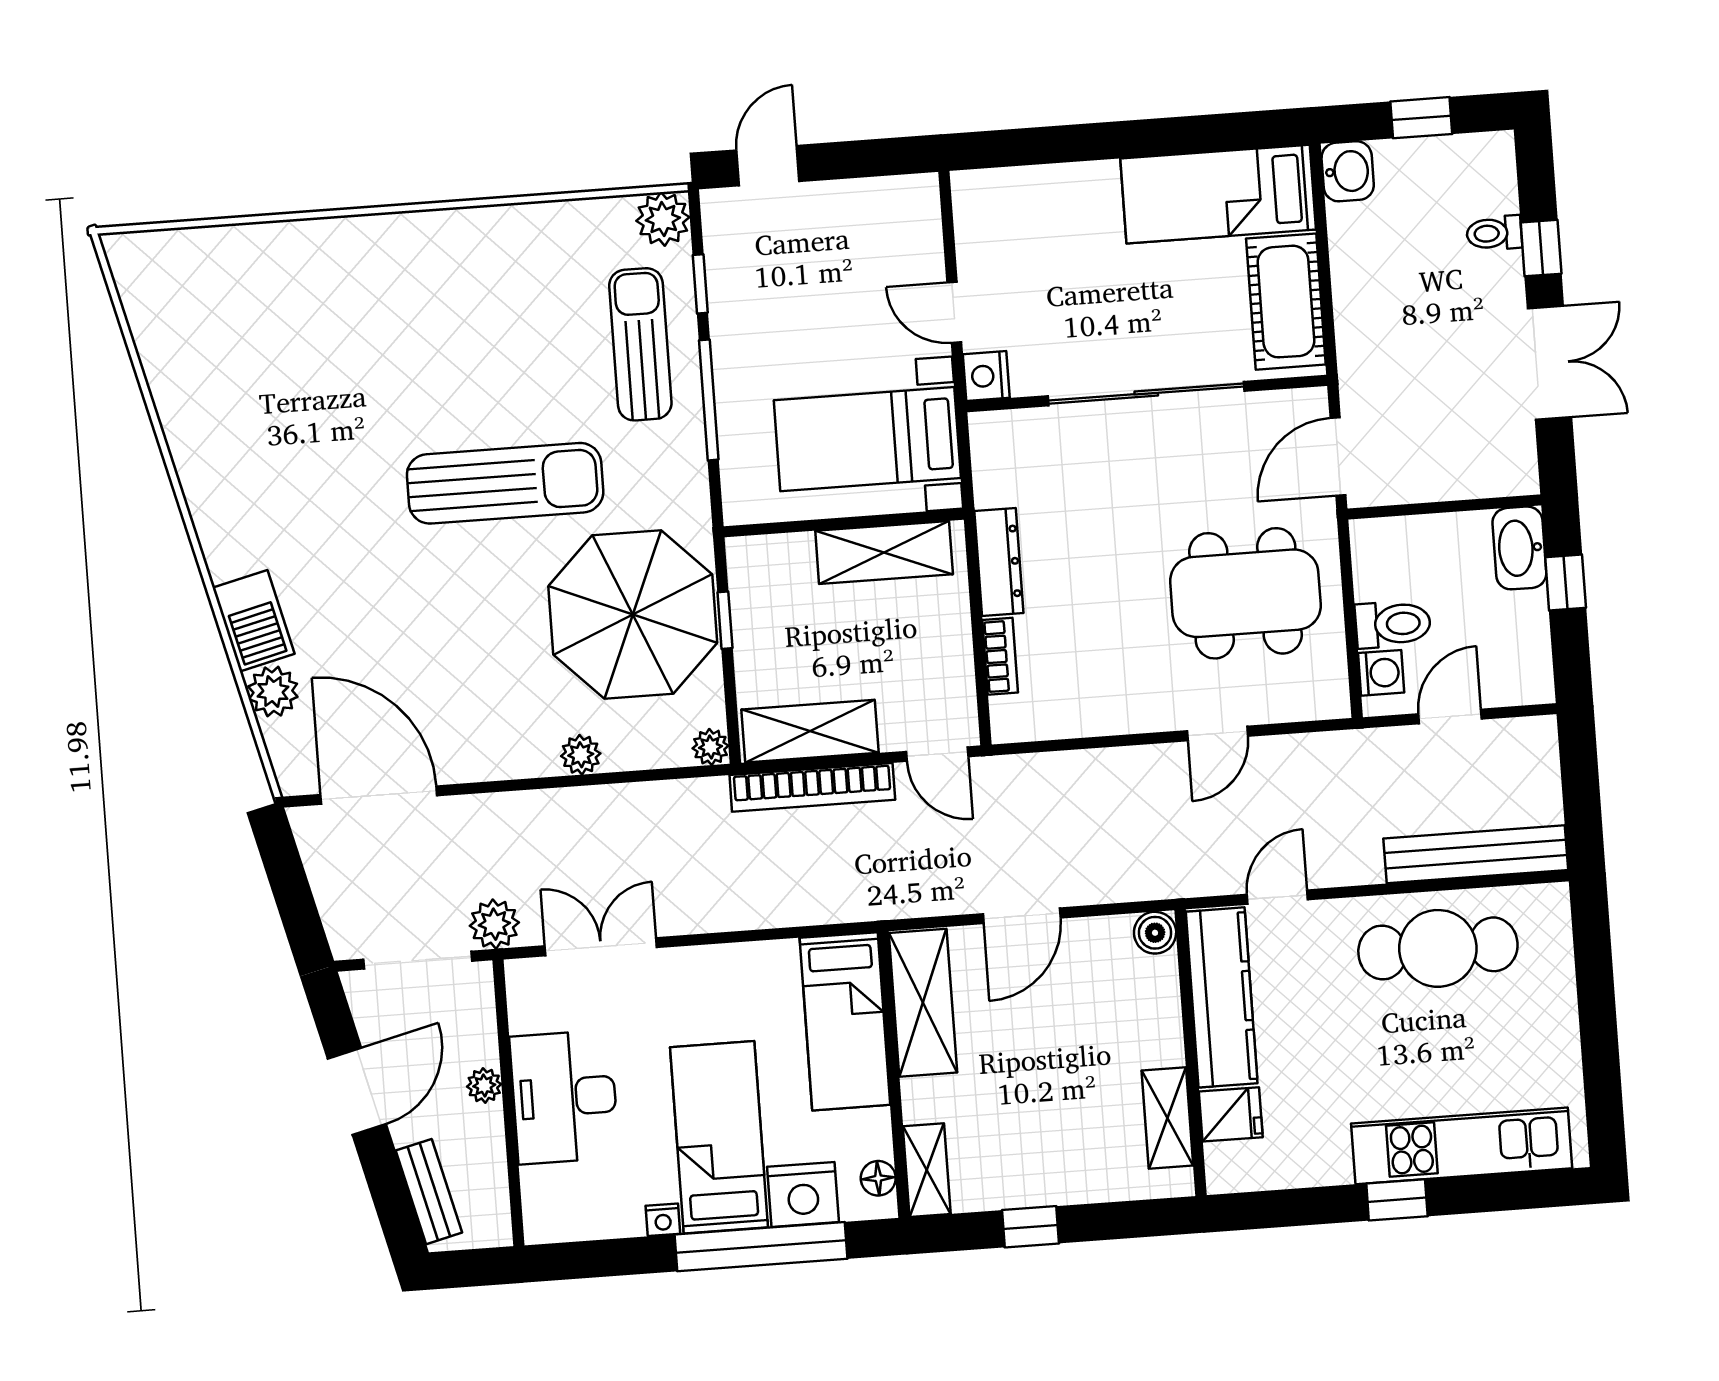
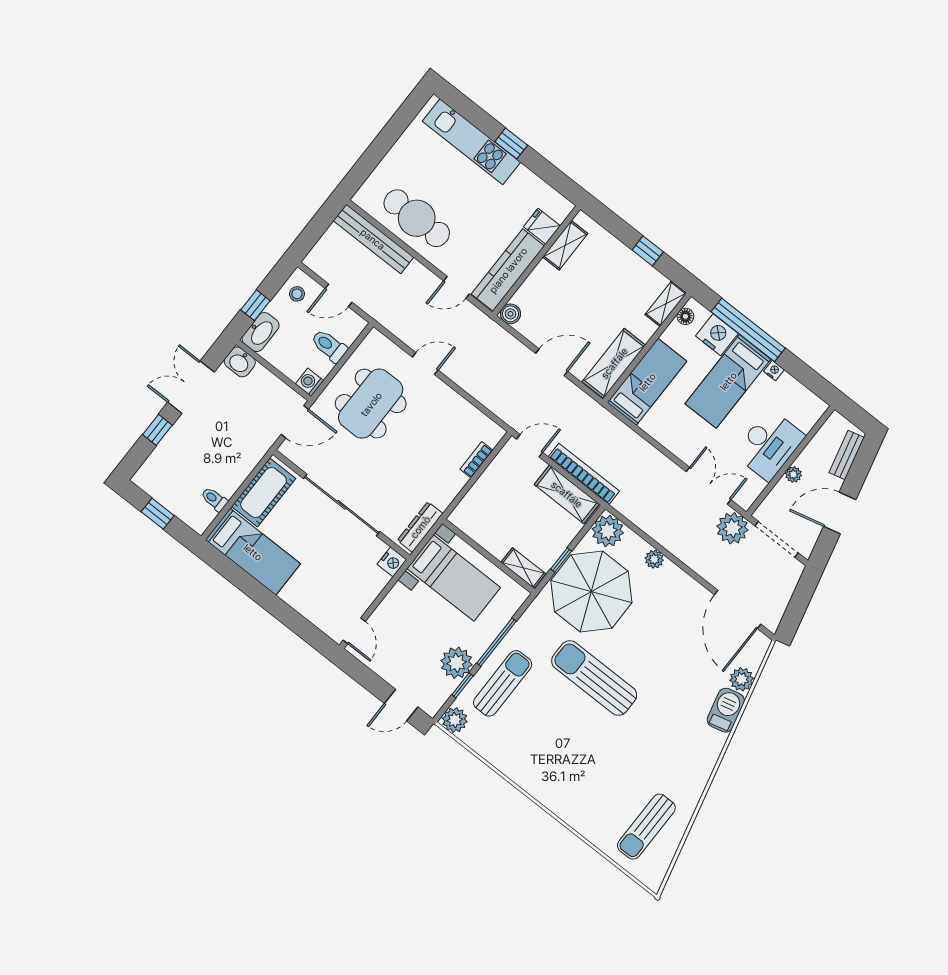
washbasin: (1348, 171) -> (240, 362), moved, turned -90
toilet: (1494, 233) -> (214, 499), moved, turned 180
plant: (742, 311) -> (457, 663), added
door: (954, 312) -> (354, 631), moved
sun lounger: (212, 326) -> (646, 827), added
sun lounger: (640, 344) -> (503, 683), turned 180
shelving: (884, 553) -> (523, 568), moved, width x0.67, depth x0.75
dresser: (999, 562) -> (420, 527), moved
dining table: (1245, 593) -> (371, 404), turned 90
stool: (1517, 660) -> (297, 294), added
washing machine: (1381, 673) -> (310, 382), moved
plant: (711, 747) -> (608, 531), width x1.88, depth x1.88
door: (937, 754) -> (530, 446), hinge flipped
plant: (494, 924) -> (732, 528), width x1.36, depth x1.36
double door: (601, 947) -> (708, 486), swing flipped

